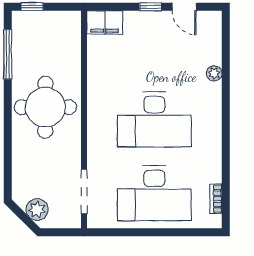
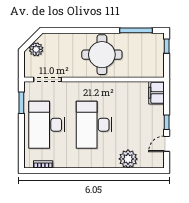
plant: (214, 73) -> (128, 159), width x1.87, depth x1.87
window: (120, 232) -> (21, 103), added

